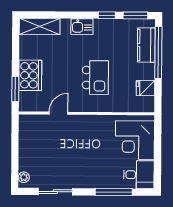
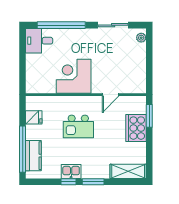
window: (135, 15) -> (93, 182), moved
kitchen sink: (82, 27) -> (71, 172), moved
kitchen island: (95, 78) -> (78, 126), turned -90
corner desk: (135, 140) -> (74, 76), moved, turned -90
window: (114, 192) -> (61, 25), width x1.46

